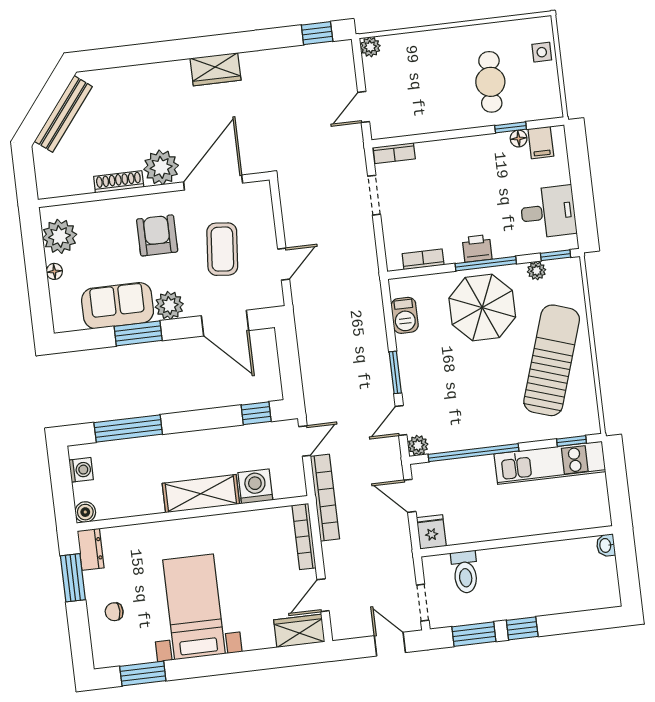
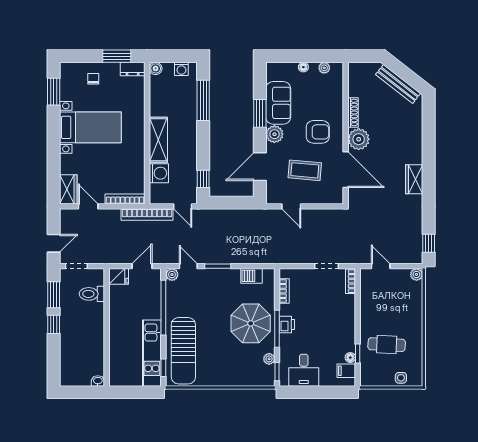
plant: (60, 236) -> (324, 68), width x0.53, depth x0.53
sun lounger: (552, 360) -> (183, 351), moved, turned 72

